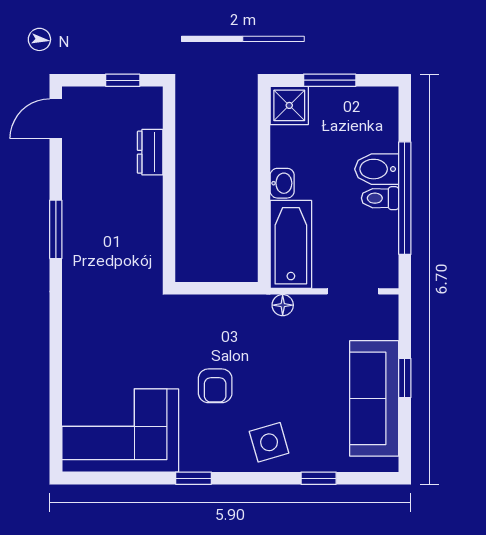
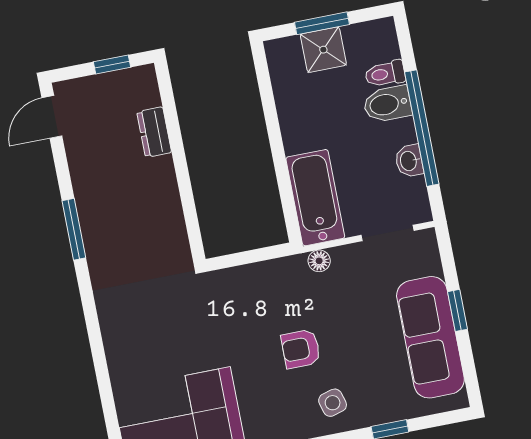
shower: (289, 105) -> (323, 50), moved
washbasin: (282, 183) -> (409, 161), moved, turned 180
toilet: (380, 198) -> (385, 74), moved
armchair: (215, 386) -> (301, 349), moved, turned 90
side table: (269, 442) -> (333, 403), width x0.73, depth x0.73

